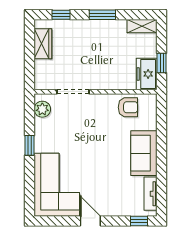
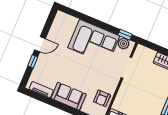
window: (30, 145) -> (125, 35), moved
corner sofa: (57, 185) -> (94, 42), moved
window: (139, 221) -> (33, 61), moved

